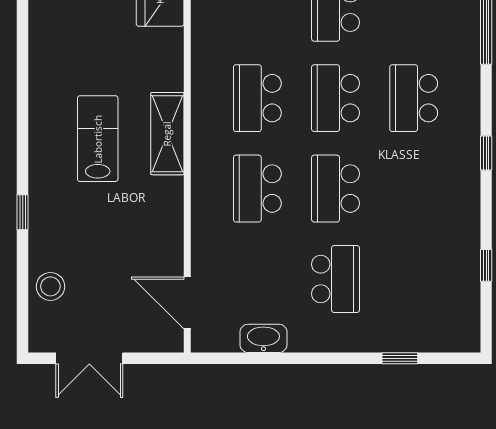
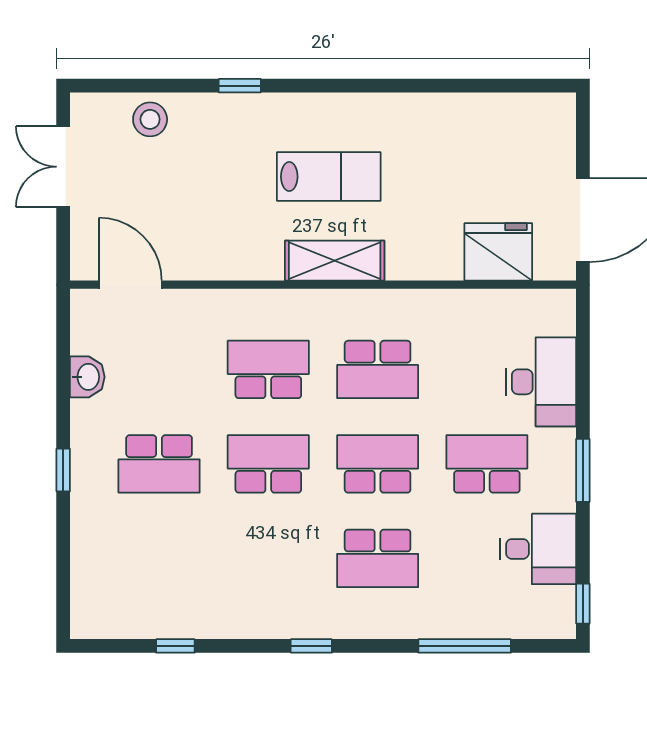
school desk: (257, 98) -> (378, 369), turned 180
school desk: (414, 98) -> (378, 558), turned 180
door: (187, 303) -> (130, 285), hinge flipped
washbasin: (263, 338) -> (87, 377), width x0.72
window: (400, 358) -> (63, 470), moved

